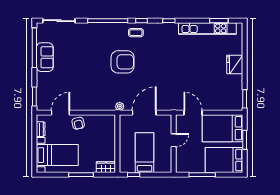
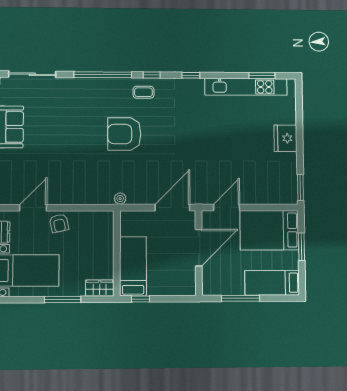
armchair: (123, 62) -> (124, 134), turned 180
door: (144, 113) -> (172, 208), moved
door: (193, 113) -> (227, 207), hinge flipped
door: (174, 140) -> (199, 248), width x1.88
bed: (145, 153) -> (133, 266), moved
bed: (224, 160) -> (272, 283), width x0.67

